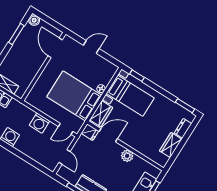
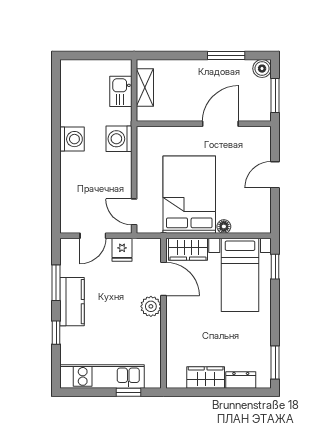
window: (52, 22) -> (275, 95), added
door: (91, 47) -> (275, 175), swing flipped
door: (55, 48) -> (220, 124), moved
washing machine: (39, 123) -> (119, 139), moved
fridge: (90, 132) -> (122, 250), moved
plant: (127, 156) -> (151, 306), moved

